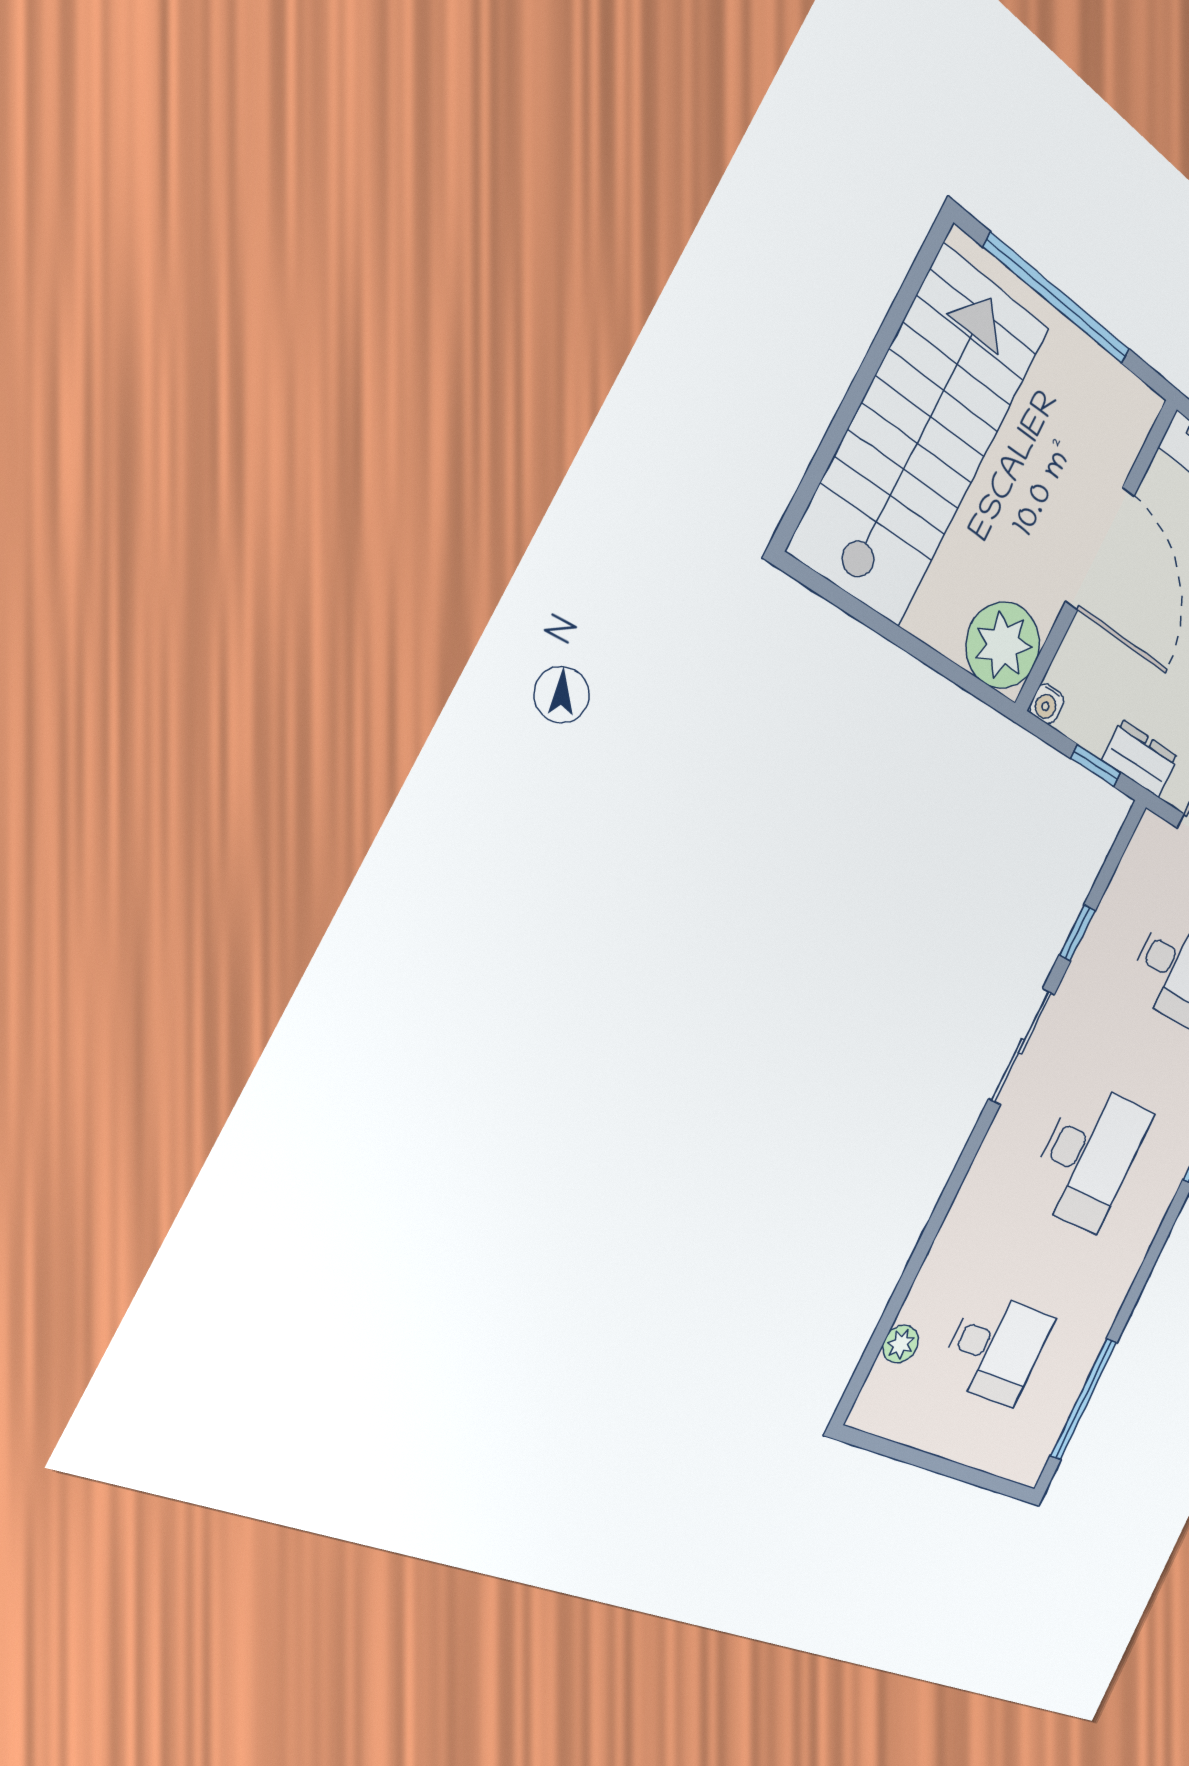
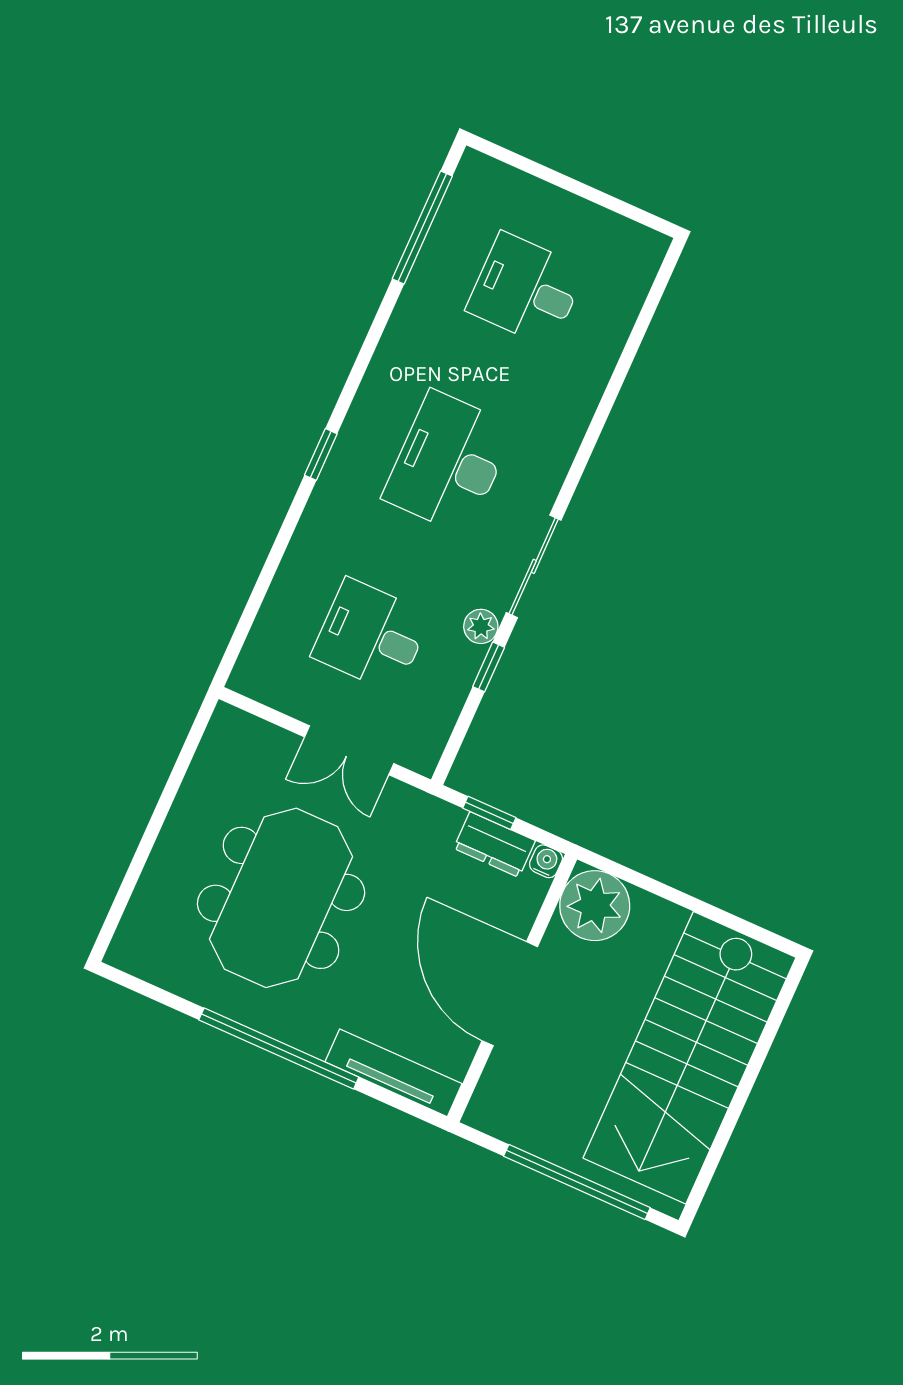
dresser: (1140, 758) -> (494, 845), moved
plant: (901, 1344) -> (481, 626), moved

